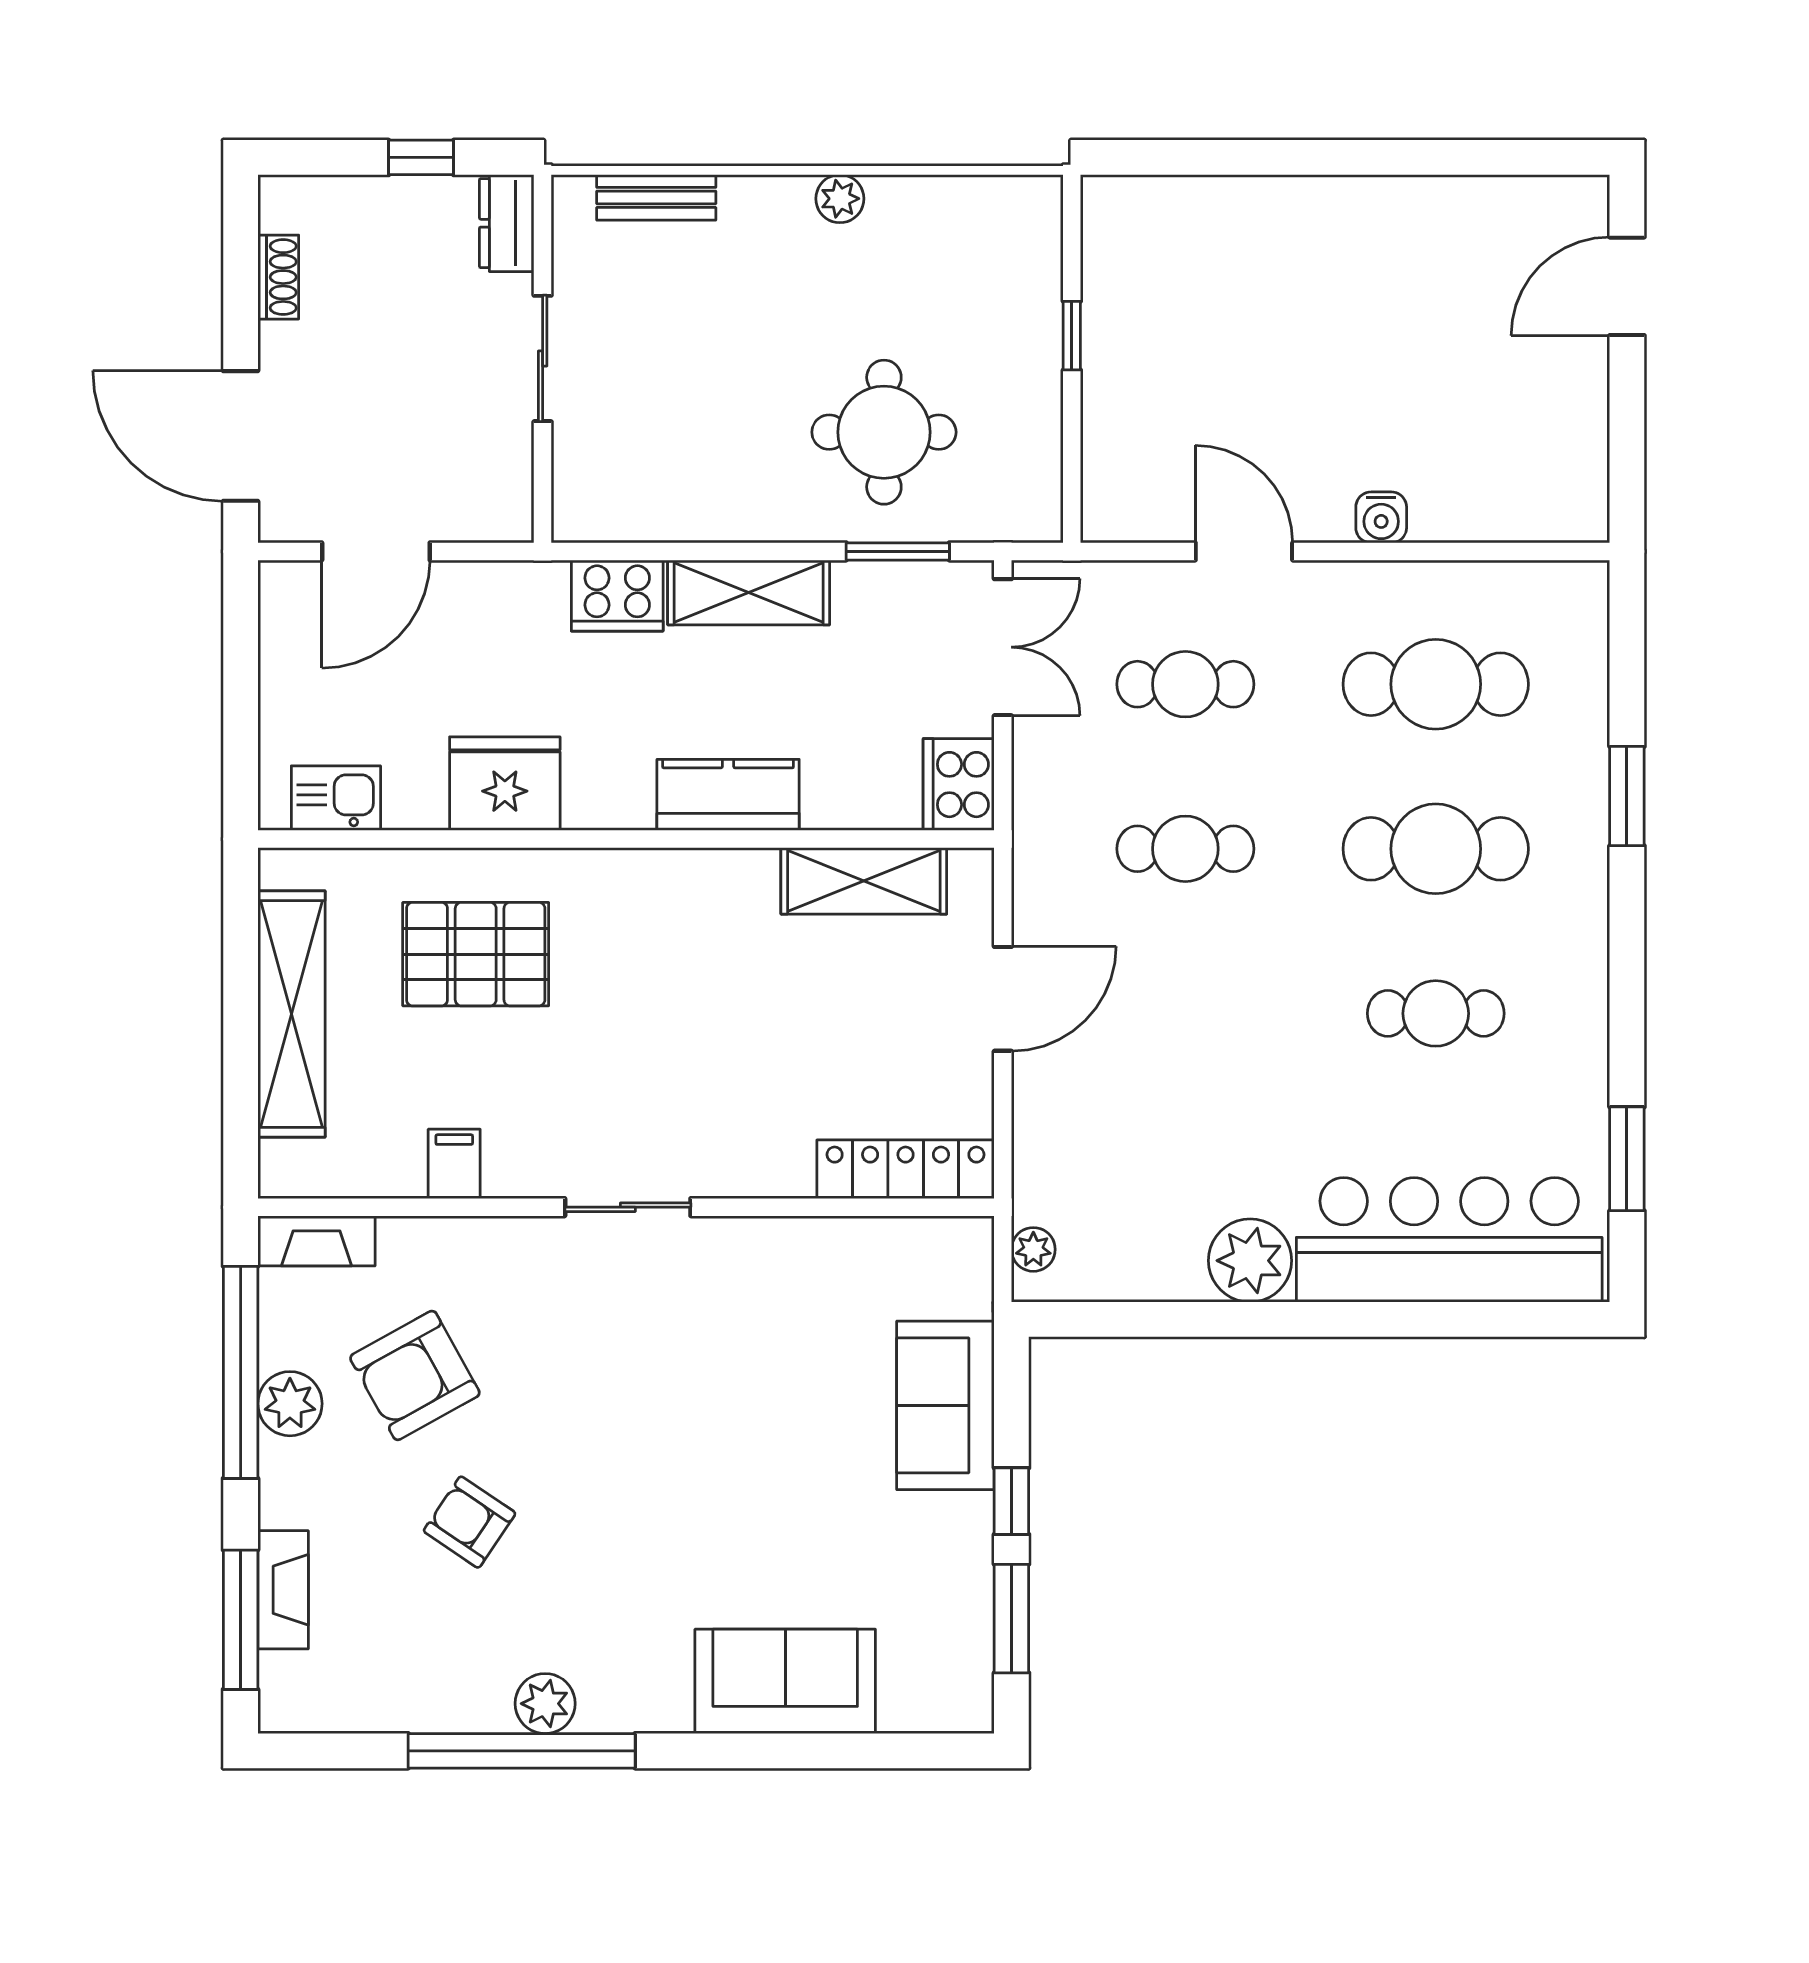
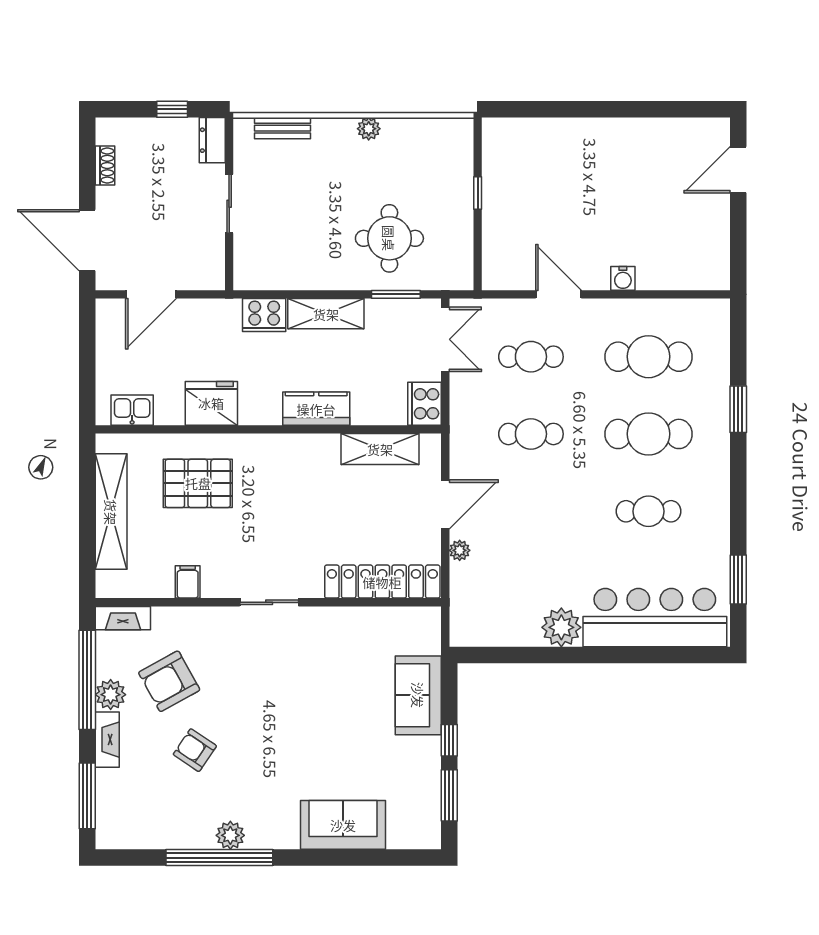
locker: (906, 1169) -> (382, 582), width x1.41, depth x1.21
plant: (1033, 1249) -> (460, 550), moved
fireplace: (283, 1590) -> (107, 740), moved

